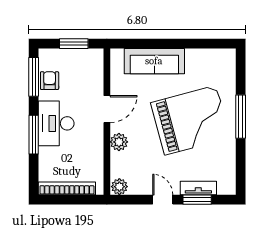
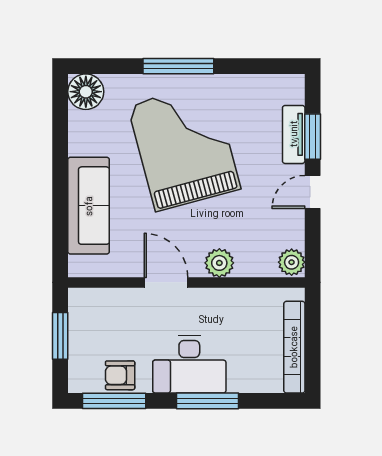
floor lamp: (225, 59) -> (86, 92), added

